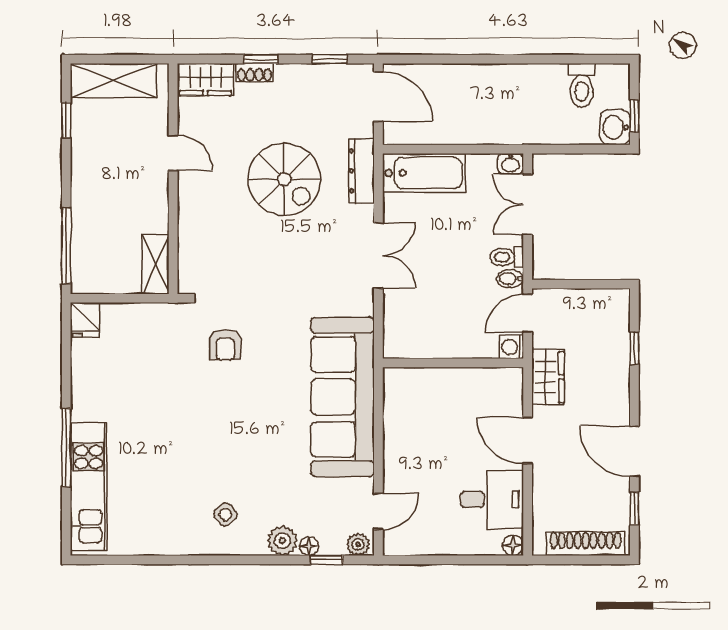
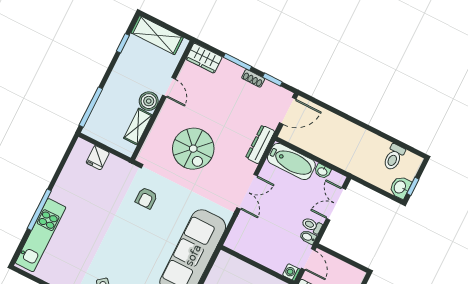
window: (261, 59) -> (238, 62), width x1.50
shoe rack: (255, 73) -> (253, 78), moved
door: (378, 96) -> (288, 111), hinge flipped
washbasin: (510, 164) -> (322, 171), moved
spiral stairs: (284, 179) -> (193, 149), moved
boiler: (152, 191) -> (149, 101), added
shelving: (156, 264) -> (138, 127), moved
door: (528, 313) -> (308, 259), swing flipped
fridge: (85, 320) -> (98, 158), moved

